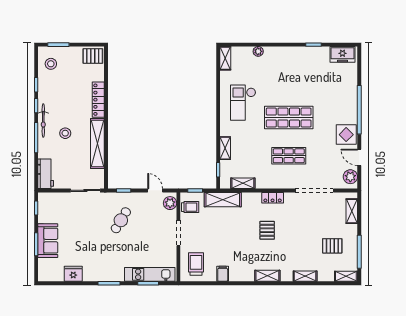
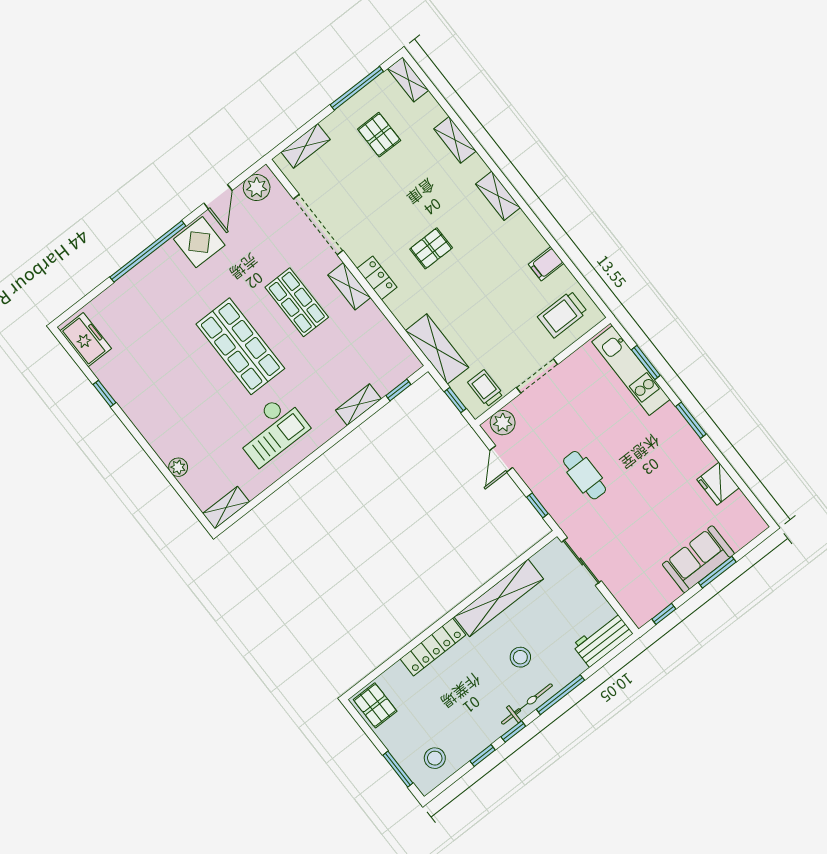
shelving: (243, 183) -> (349, 286), moved
cafe table: (121, 220) -> (585, 475), turned 59

